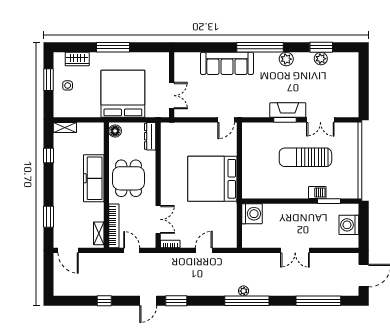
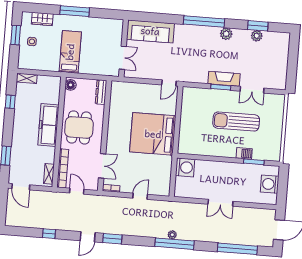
sofa: (227, 63) -> (150, 31), moved
bed: (123, 94) -> (70, 52), width x0.49

